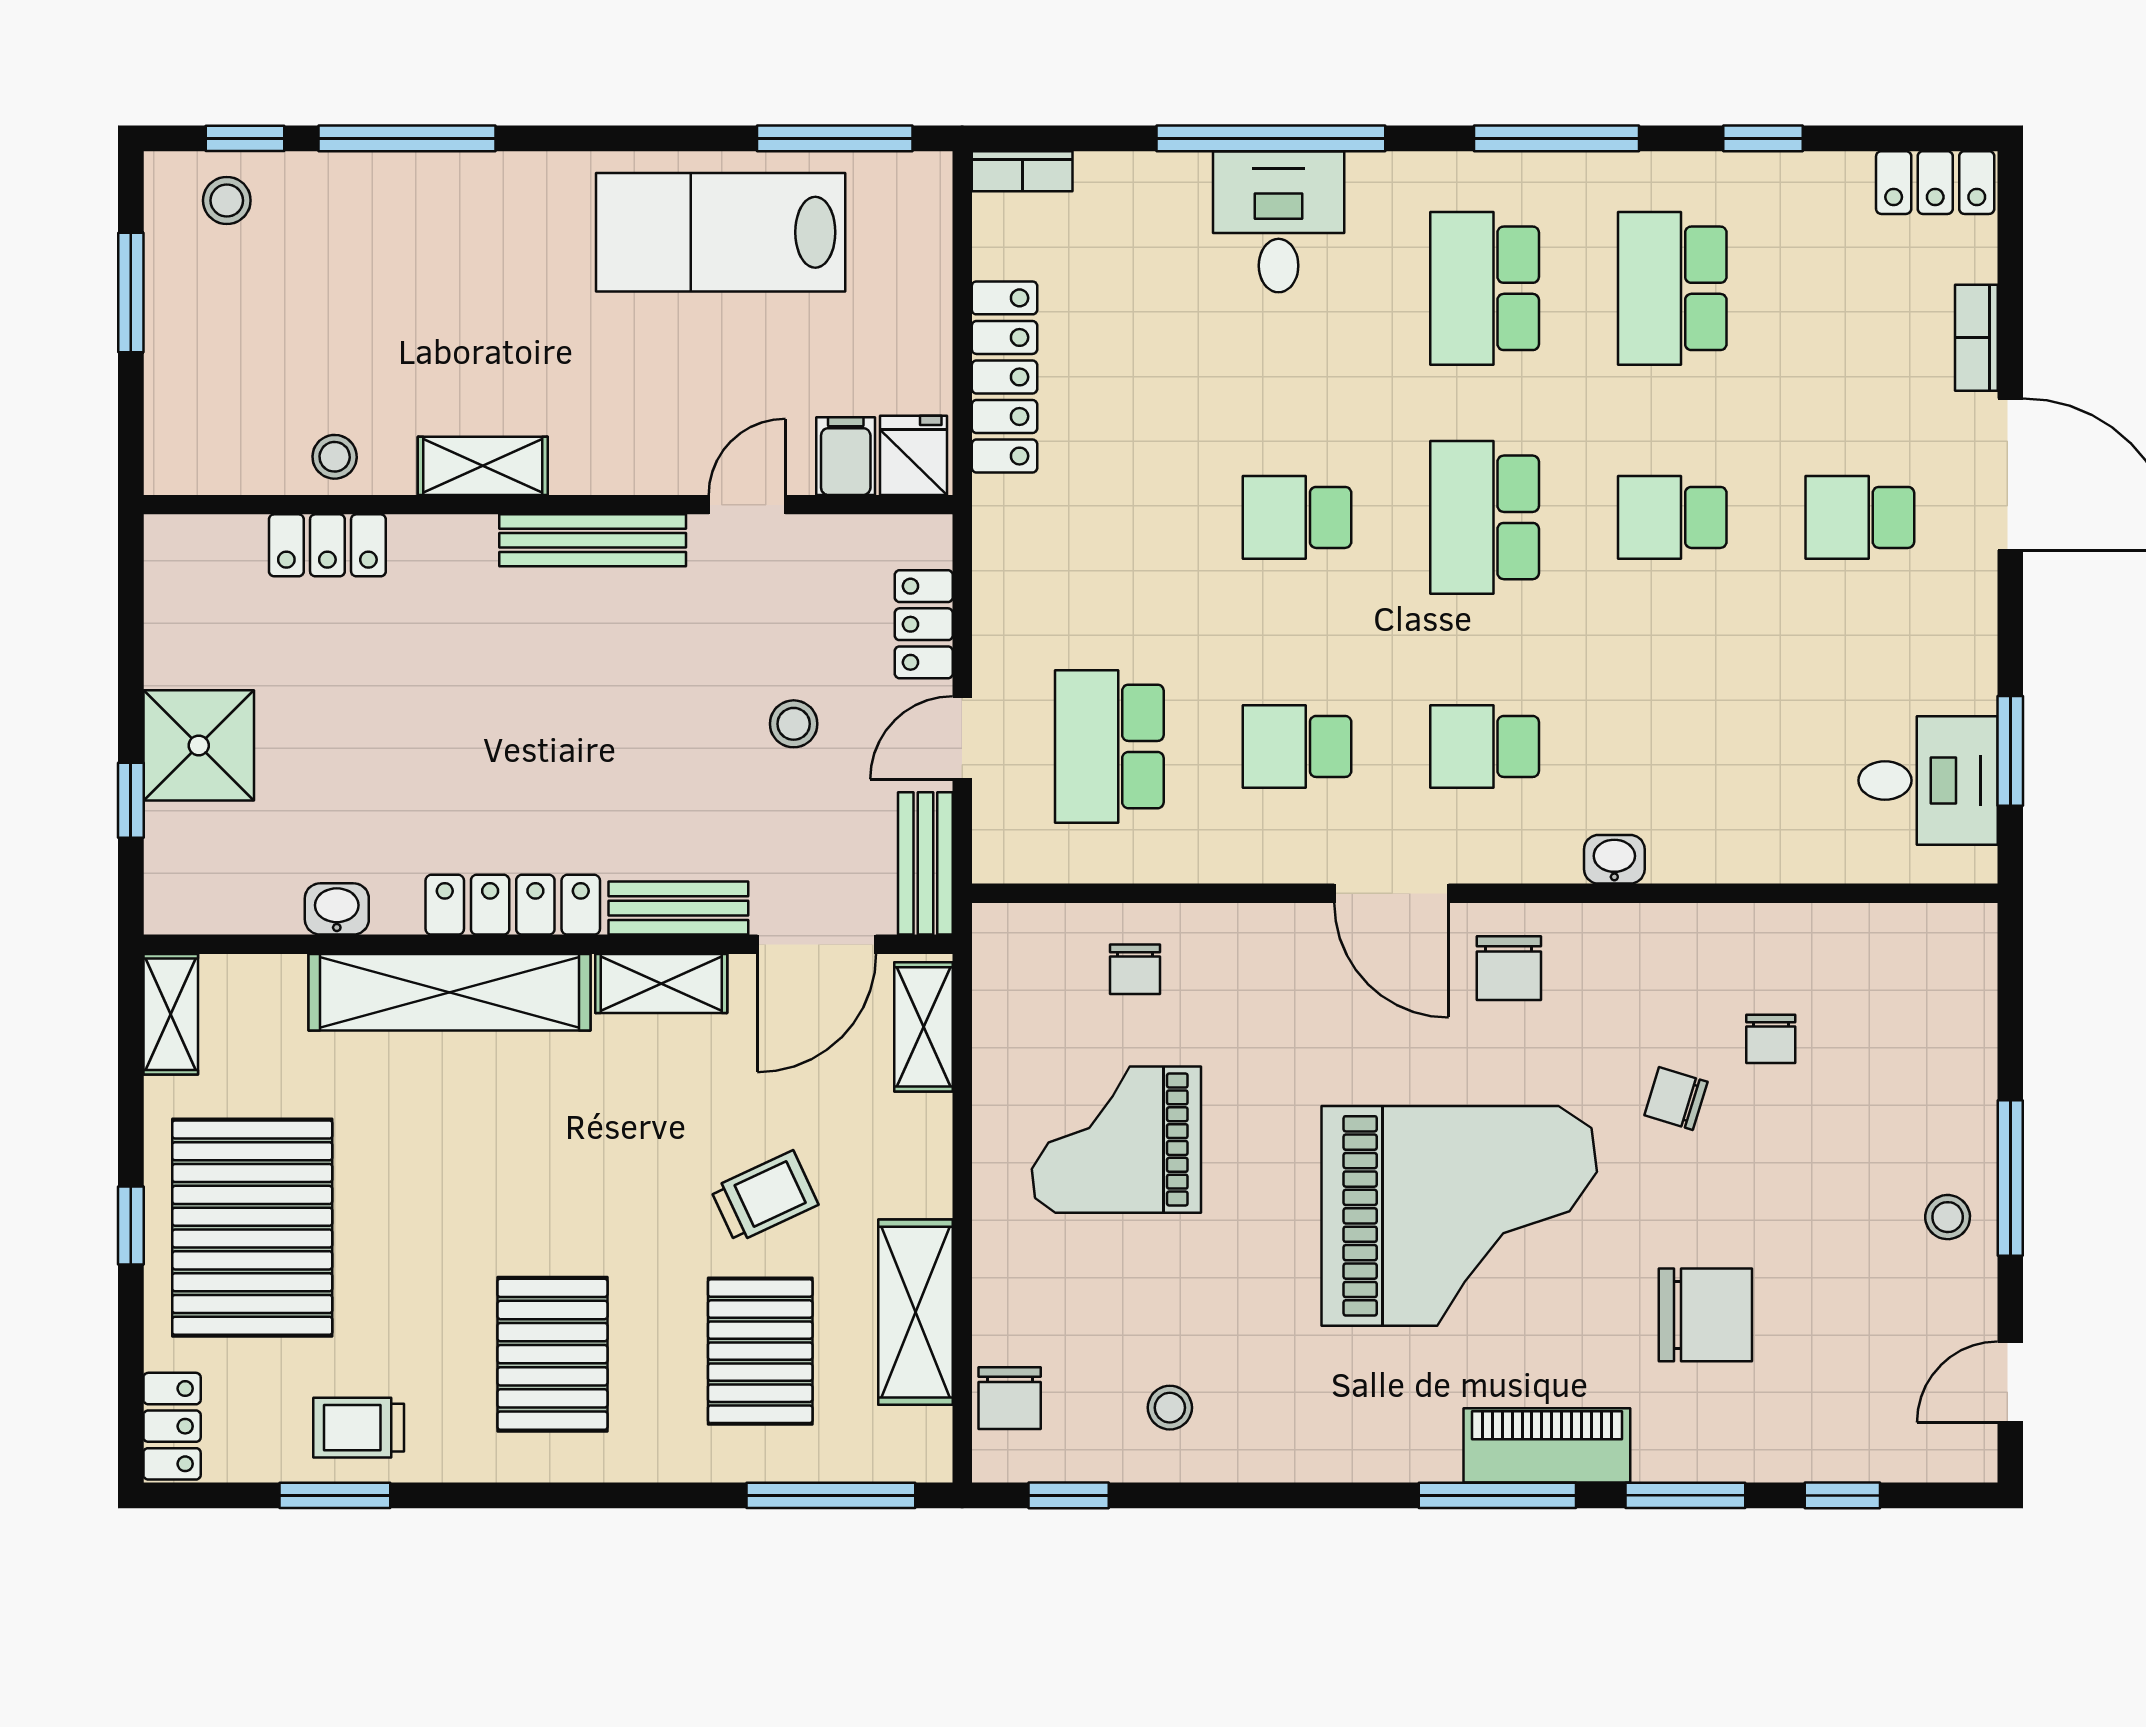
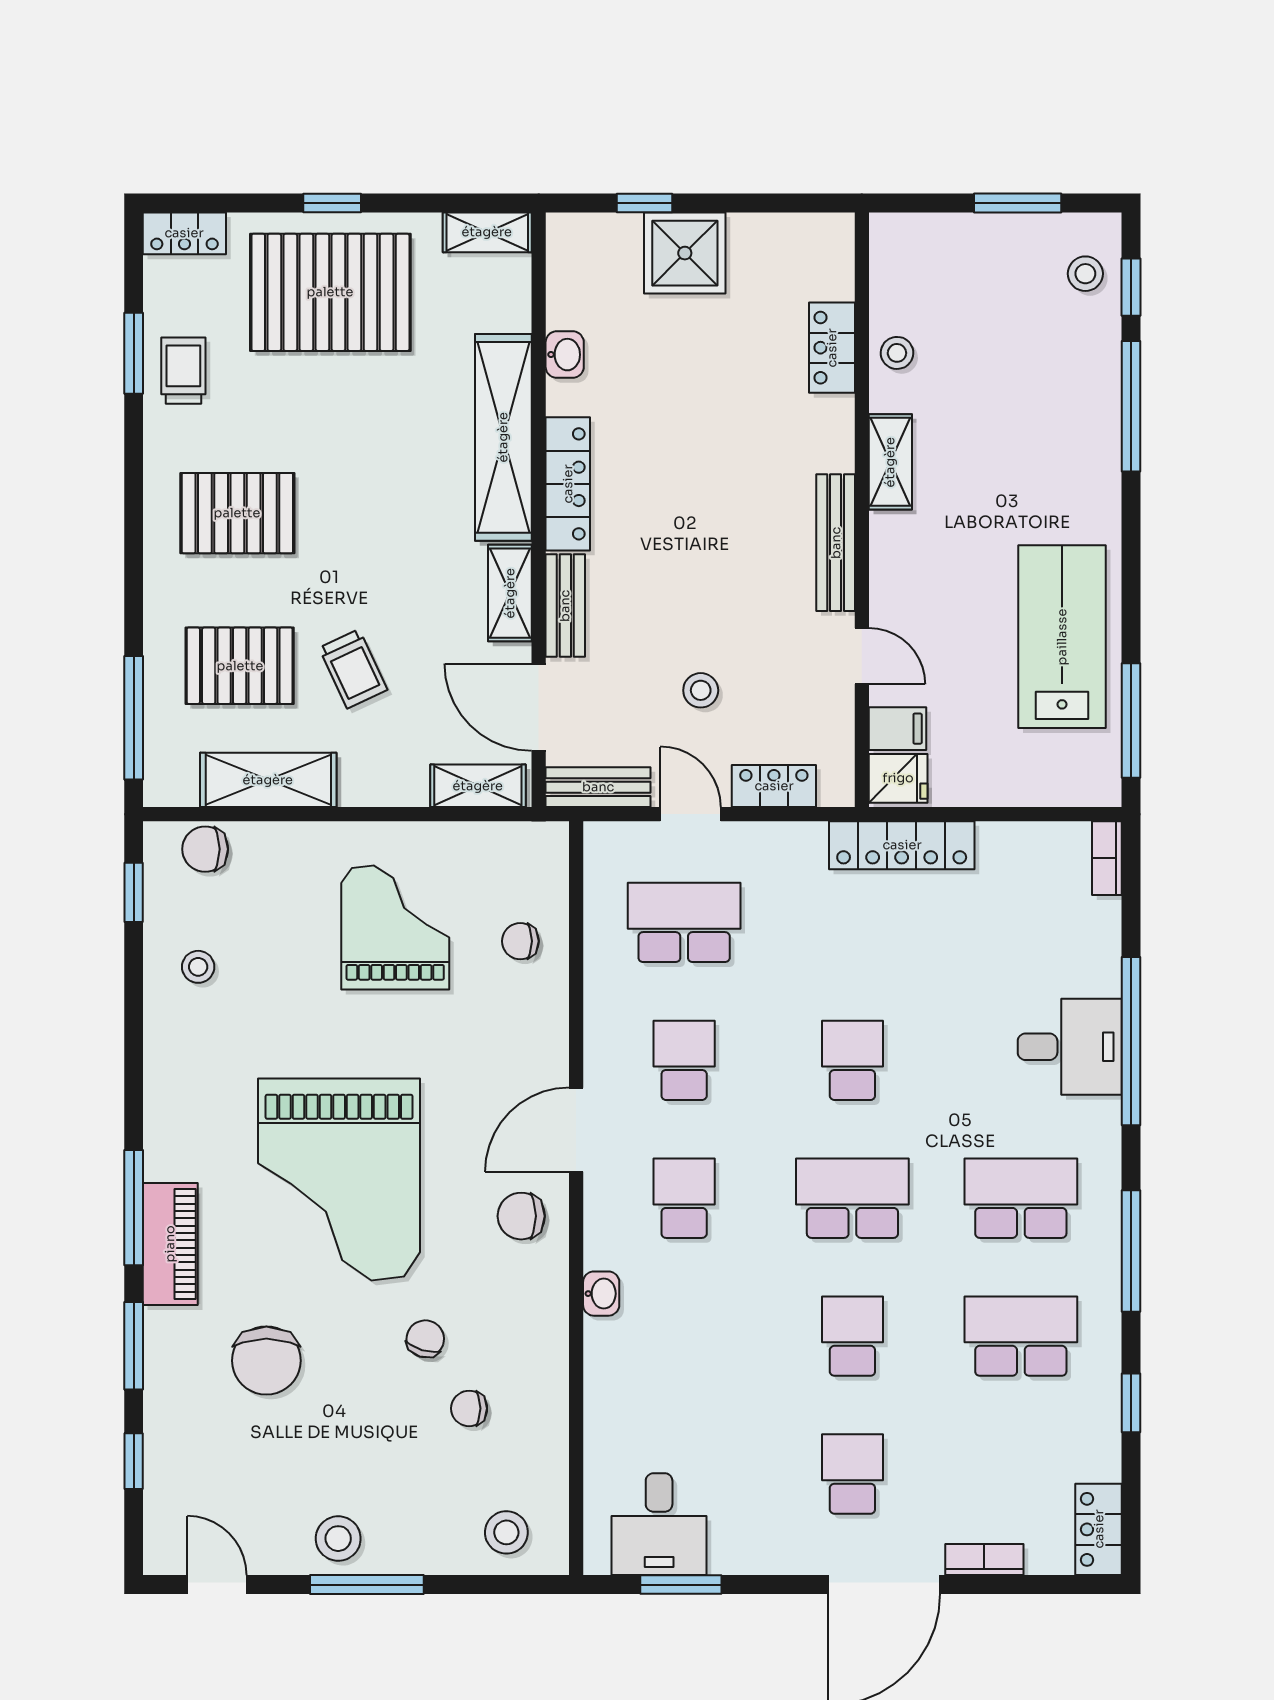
locker: (1004, 377) -> (902, 845), moved
stool: (1939, 988) -> (506, 1532), added
stool: (1948, 1217) -> (338, 1539), width x1.37, depth x1.37

